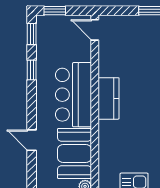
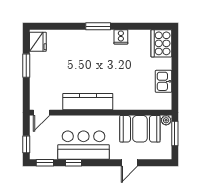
bar counter: (73, 95) -> (84, 145), moved, turned 180
kitchen counter: (109, 98) -> (88, 102), width x1.50

